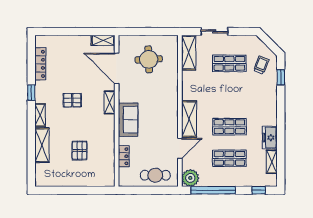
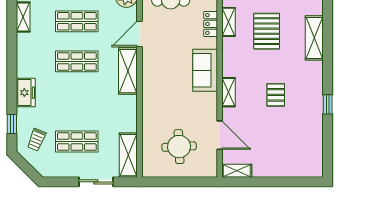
locker: (40, 64) -> (316, 141), removed
door: (117, 68) -> (220, 135), width x0.73
pallet: (72, 100) -> (276, 95), turned 90
shelving: (40, 115) -> (228, 22), moved
freezer: (270, 138) -> (26, 93), moved
pallet: (80, 151) -> (267, 31), width x1.50, depth x1.42

